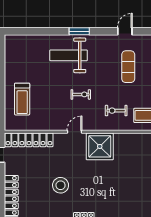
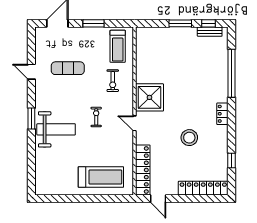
weight bench: (69, 55) -> (56, 129), turned -90
treadmill: (22, 99) -> (101, 177), width x1.37, depth x1.38

